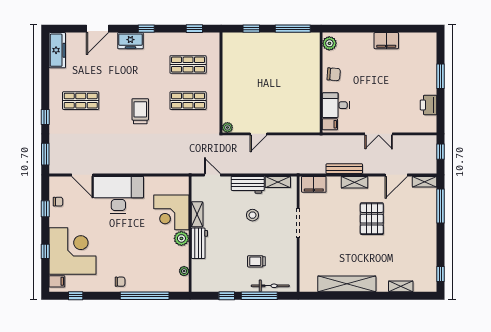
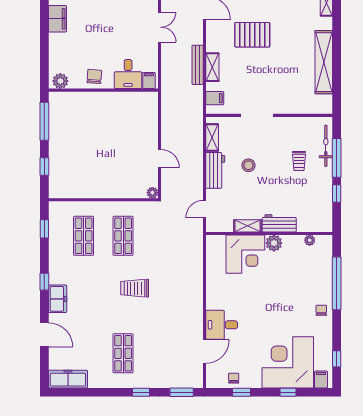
shelving: (355, 182) -> (212, 67), moved
filing cabinet: (314, 184) -> (215, 98), width x0.50
desk: (118, 195) -> (222, 325), width x0.53, depth x0.77

